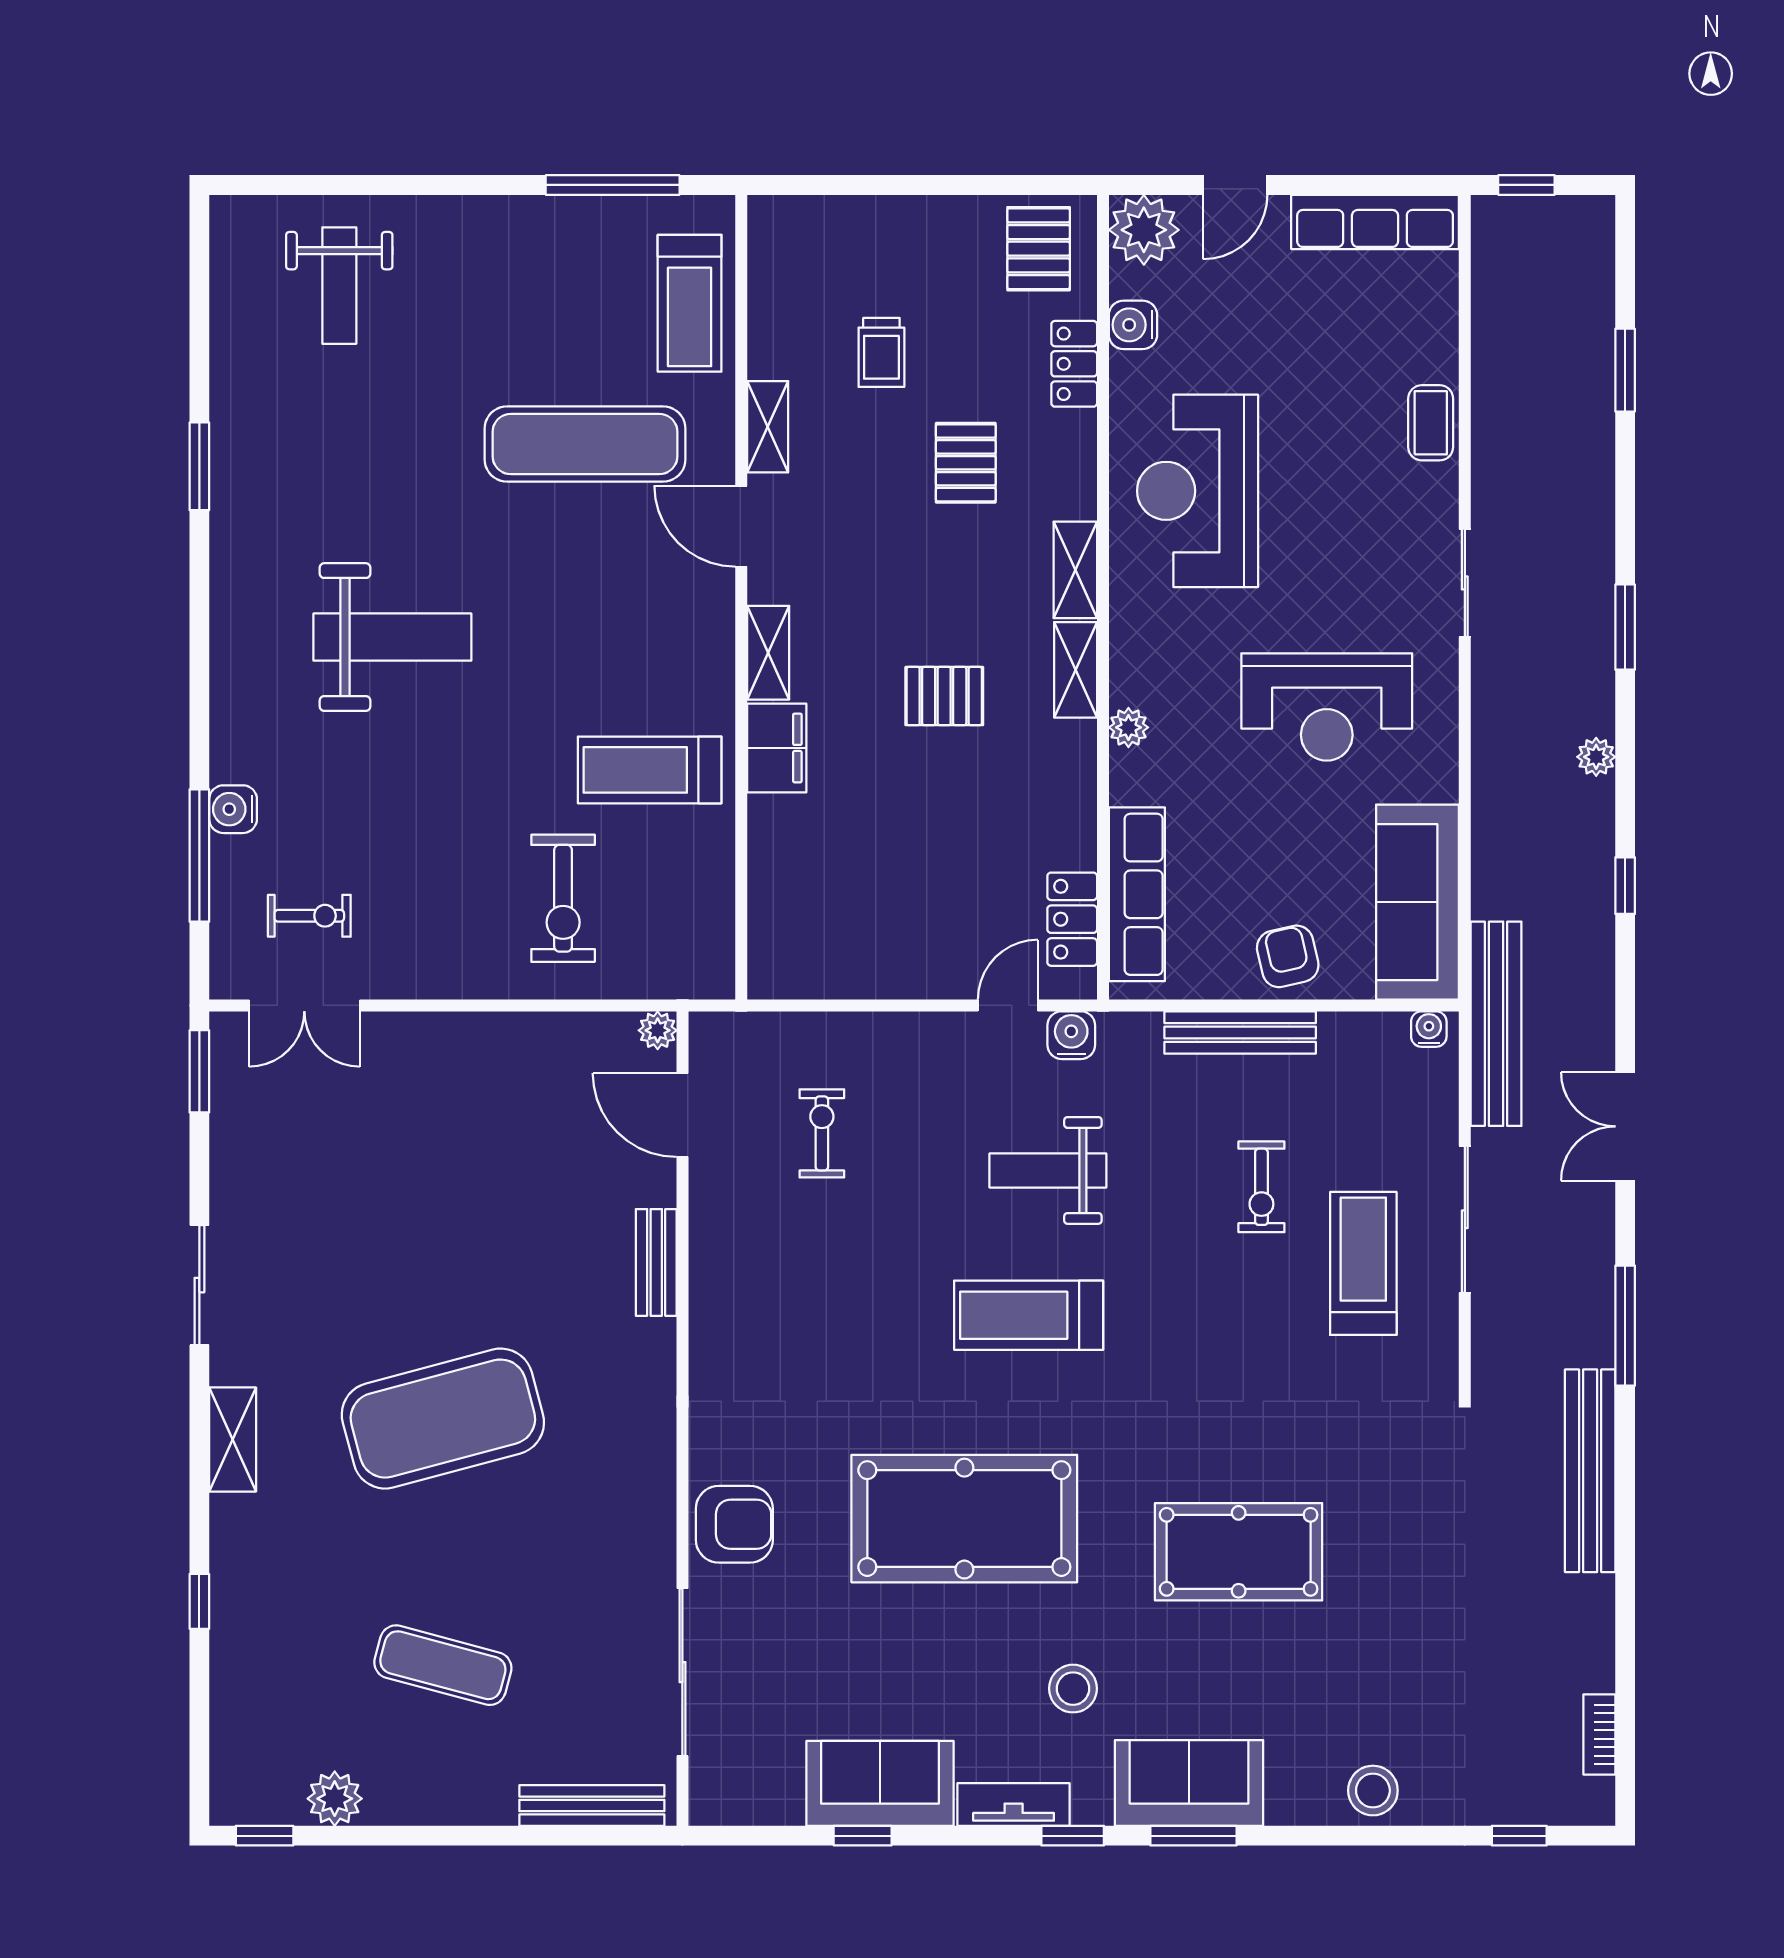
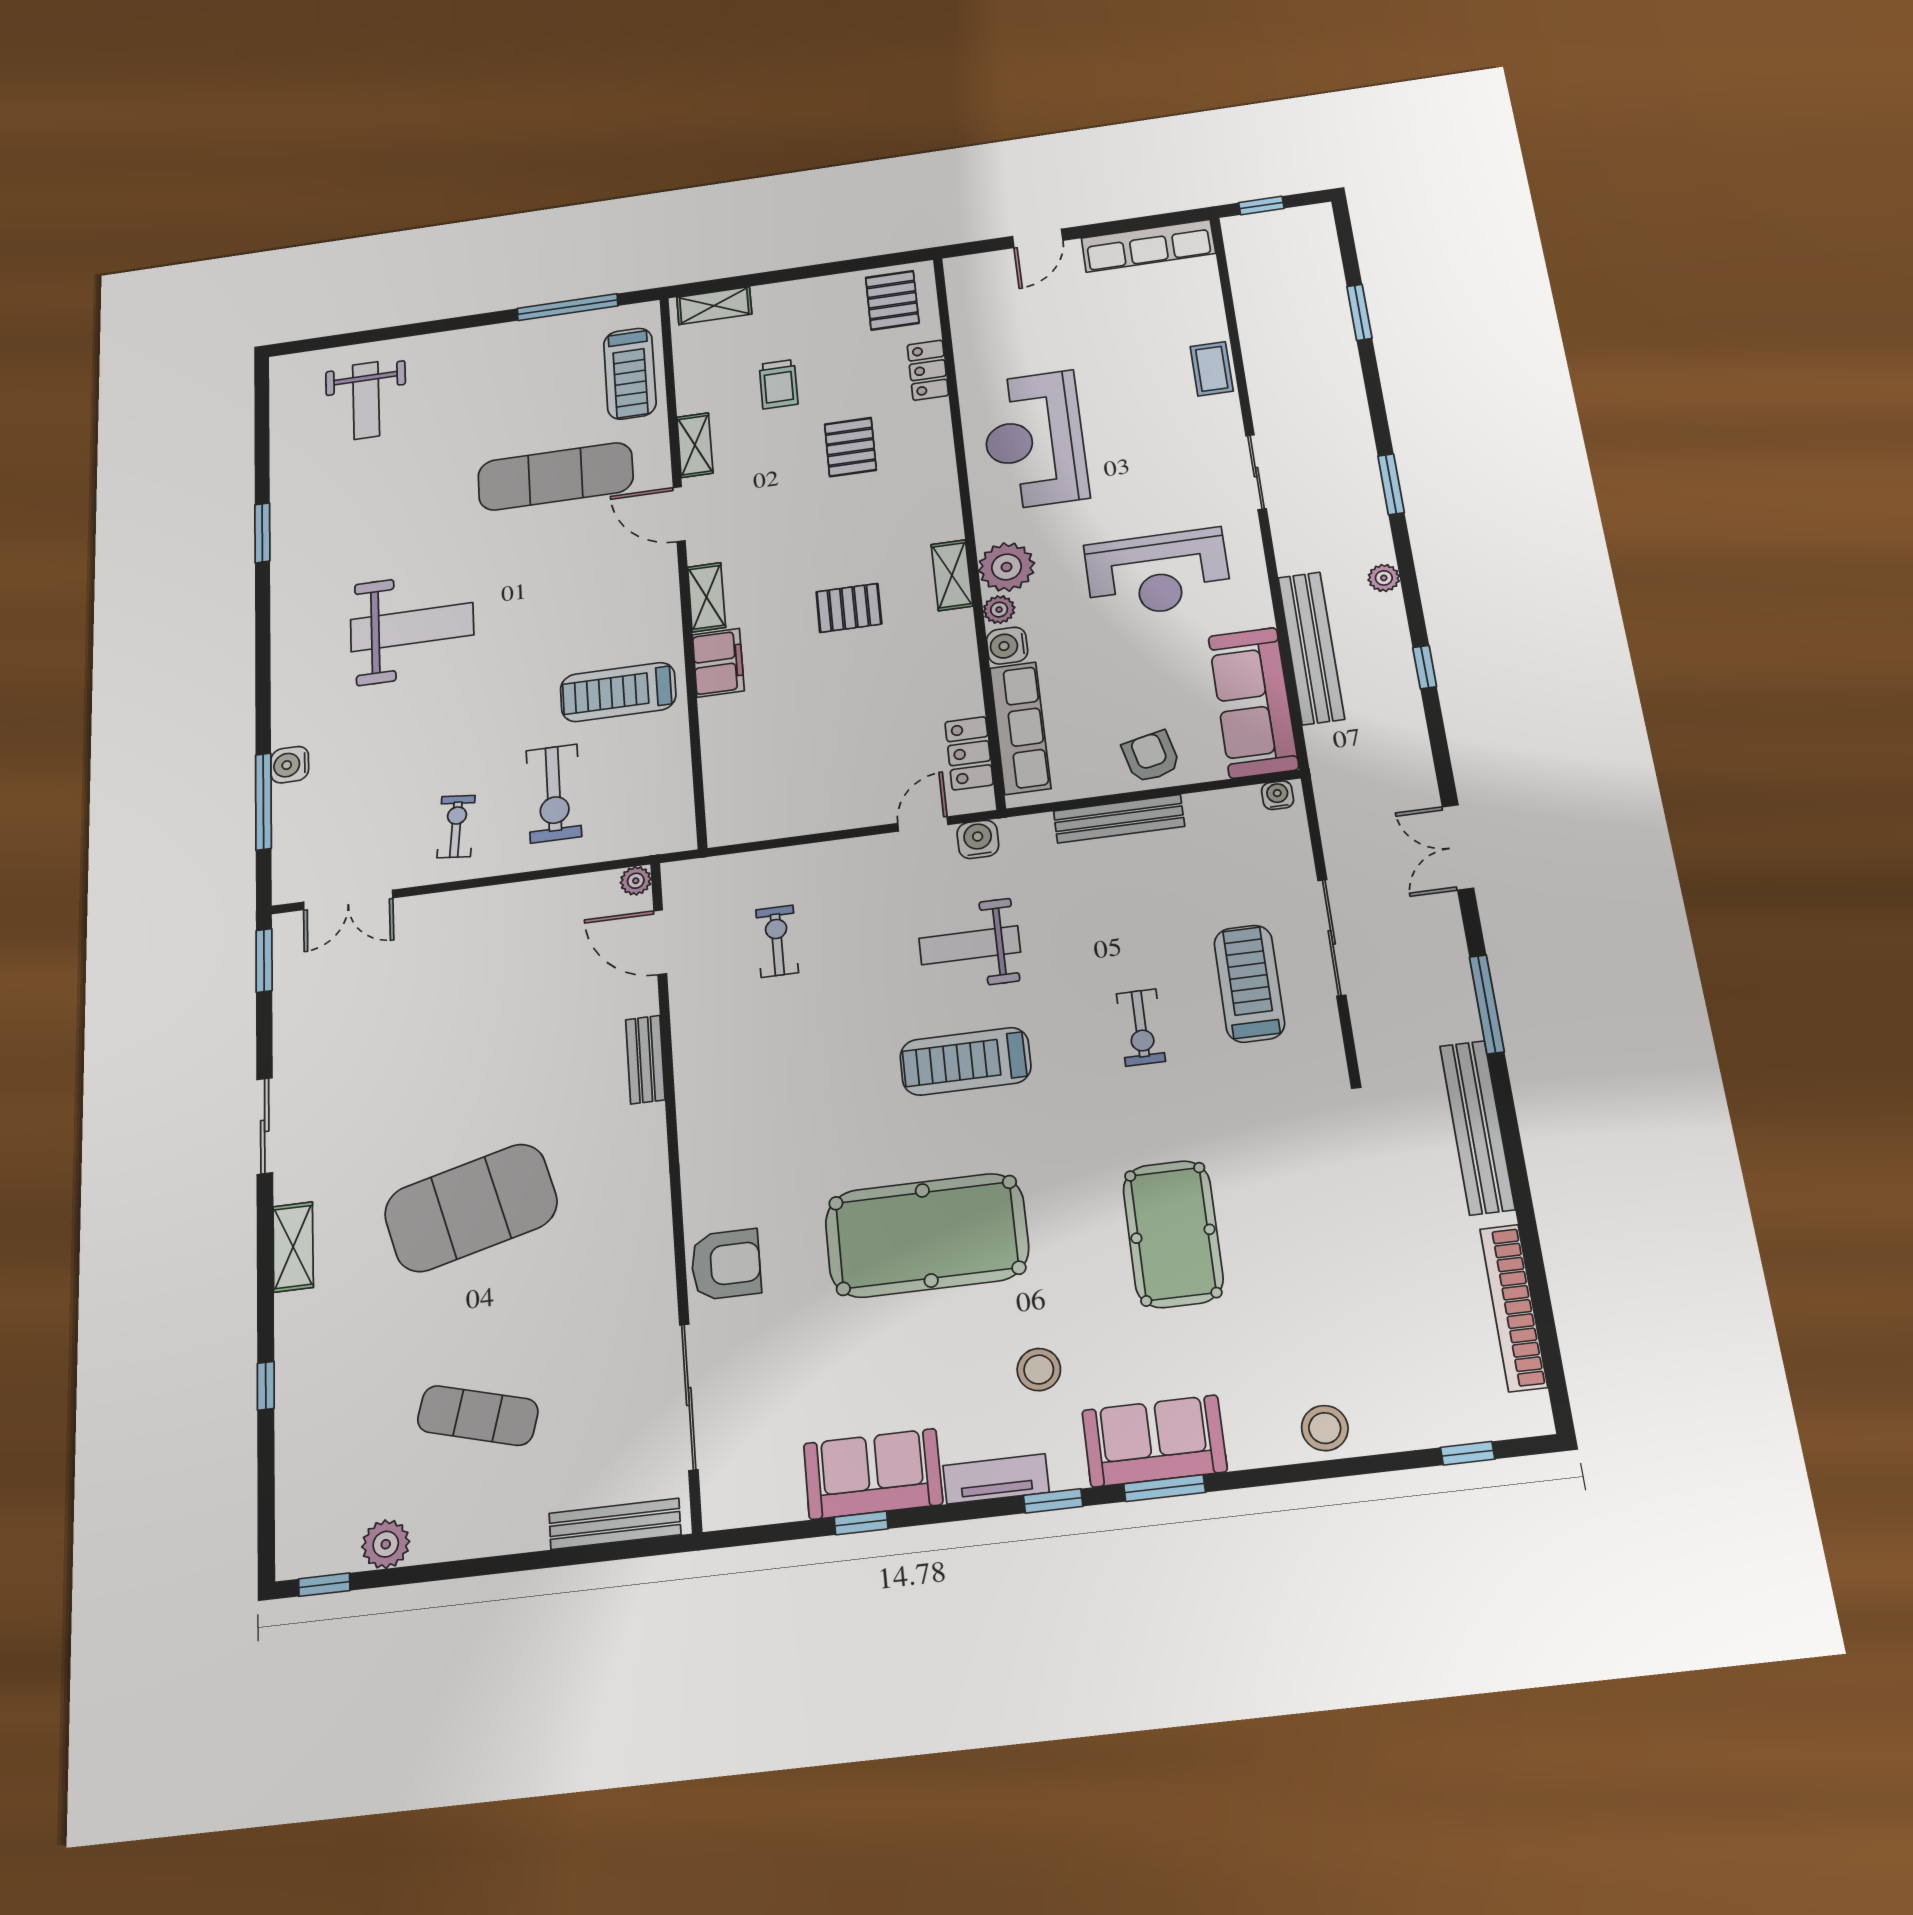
plant: (1144, 230) -> (1007, 567), moved
water cooler: (1133, 325) -> (1007, 646), moved
shelving: (1075, 570) -> (714, 306), moved, turned 90
exercise bike: (309, 916) -> (456, 826), moved, turned -84
bench: (1496, 1024) -> (1311, 648), moved
exercise bike: (1261, 1187) -> (1141, 1027), moved
pool table: (1239, 1552) -> (1173, 1234), turned 90
bookcase: (1599, 1735) -> (1513, 1307), width x2.31, depth x1.31

